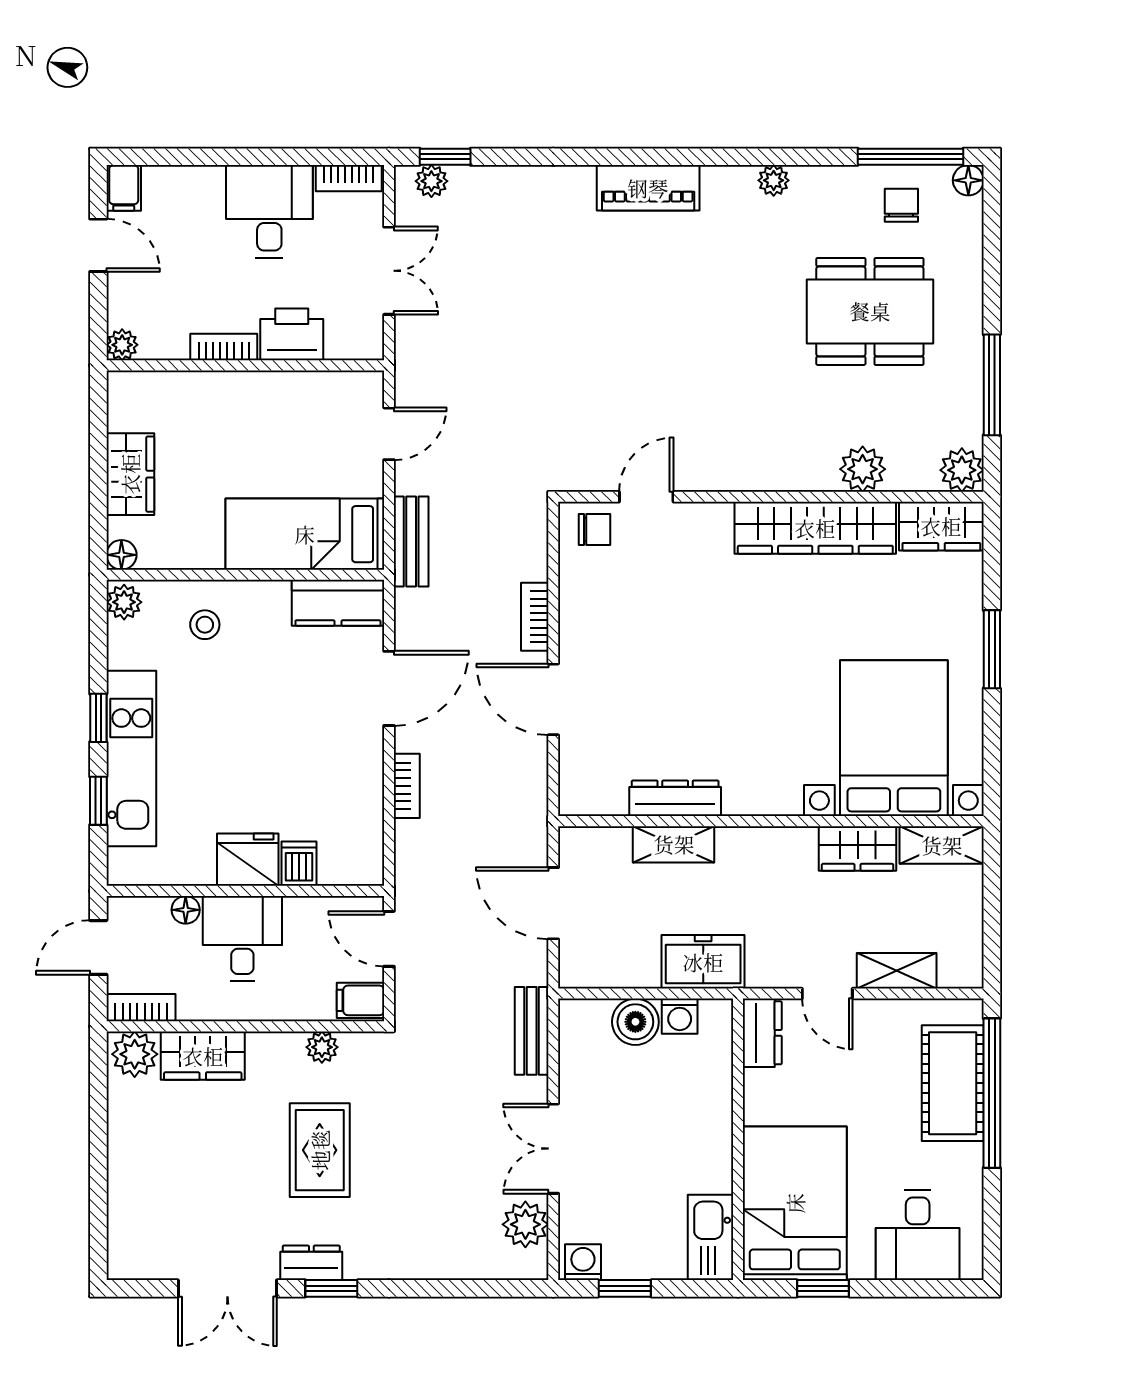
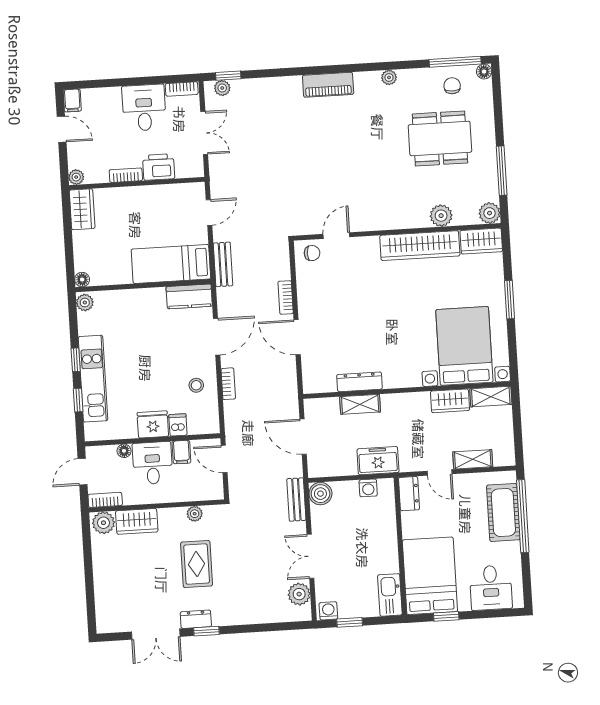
wardrobe: (130, 474) -> (82, 209), moved
stool: (205, 625) -> (196, 385), moved
filing cabinet: (360, 1000) -> (181, 452), moved, turned -90
boiler: (635, 1022) -> (320, 494), moved

